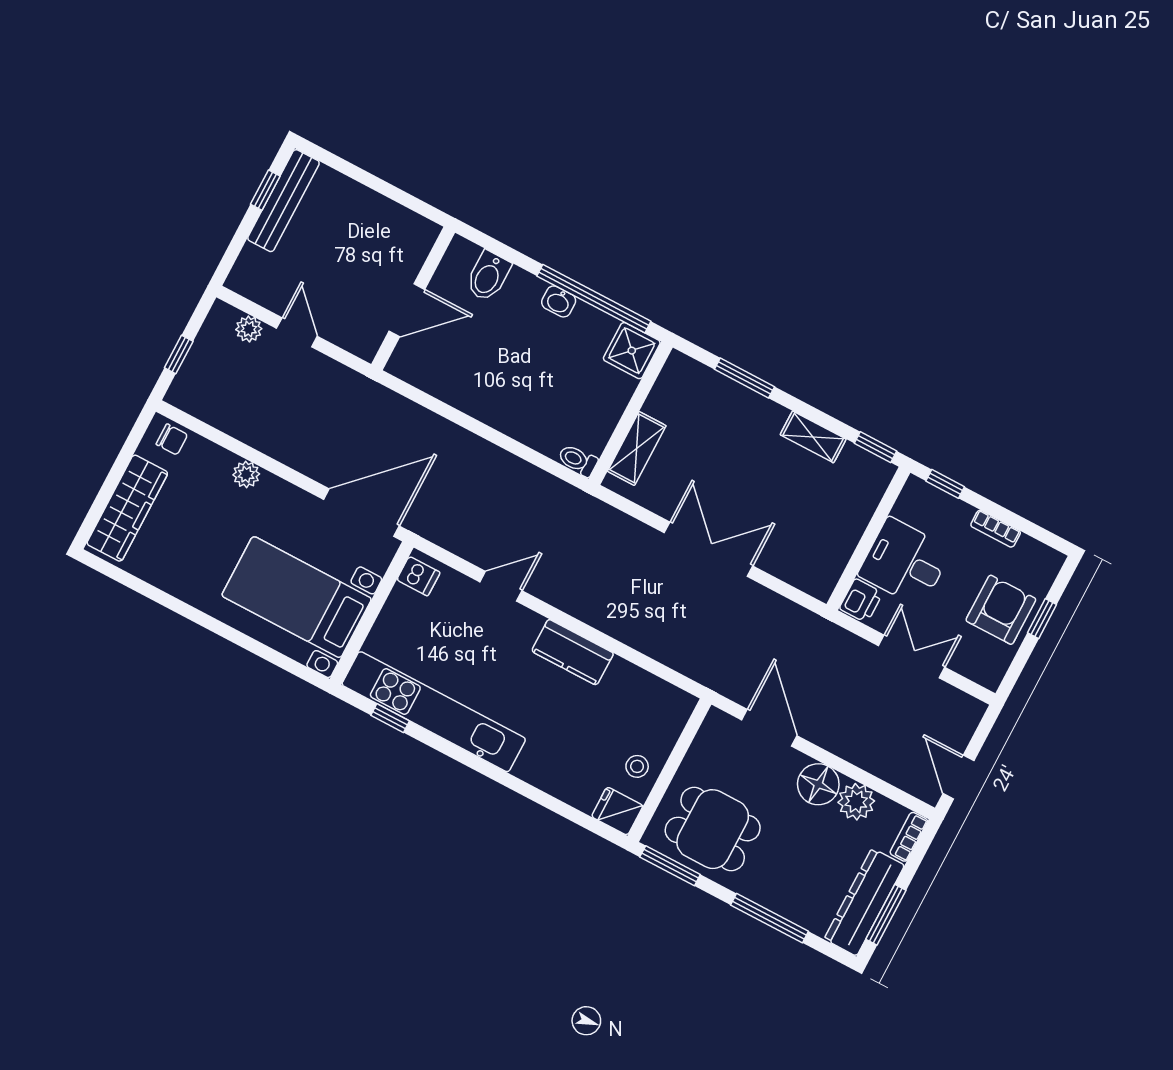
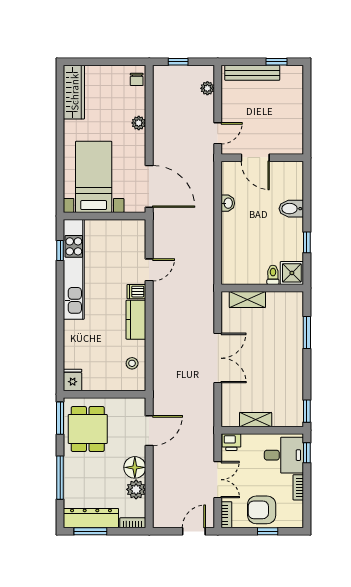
bench: (283, 201) -> (252, 73), moved
bidet: (488, 276) -> (291, 209), moved
window: (594, 299) -> (307, 242), width x0.32
washbasin: (559, 301) -> (228, 203), moved, turned 180
door: (297, 332) -> (218, 133), moved
shelving: (813, 437) -> (256, 420), moved, turned 90
toilet: (578, 460) -> (273, 275), moved
wardrobe: (127, 508) -> (74, 92), moved, turned -90
desk: (905, 562) -> (284, 455), moved, turned 90
dishwasher: (418, 576) -> (136, 292), moved, turned 90
door: (501, 586) -> (149, 270), hinge flipped
armchair: (1001, 610) -> (262, 510), turned 180
bookcase: (978, 673) -> (226, 515), added
stool: (637, 766) -> (132, 363), moved
door: (958, 777) -> (194, 531), moved

